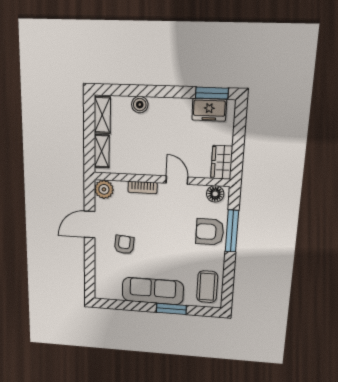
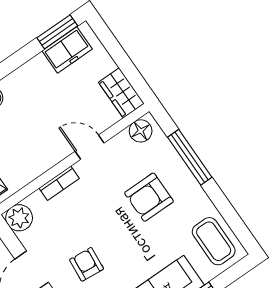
armchair: (210, 232) -> (149, 197), moved

